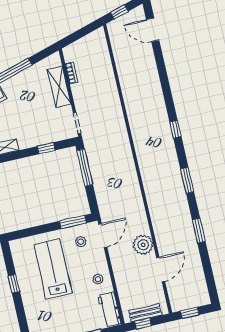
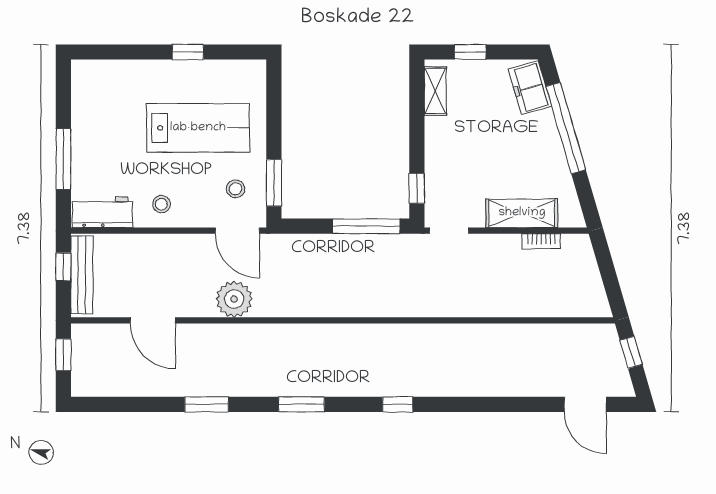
door: (153, 30) -> (585, 404), swing flipped
window: (46, 148) -> (417, 188), moved
plant: (143, 245) -> (234, 299), moved
bench: (145, 313) -> (82, 275), width x1.36

